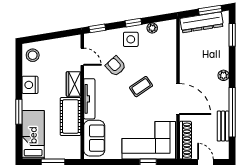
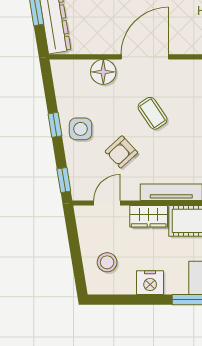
plant: (152, 28) -> (63, 96), removed
floor lamp: (168, 54) -> (103, 72), added
stool: (33, 55) -> (107, 262), moved
door: (178, 99) -> (145, 57), moved

